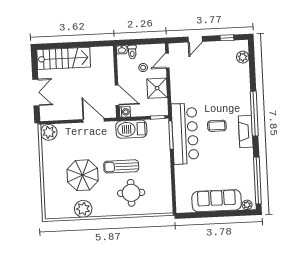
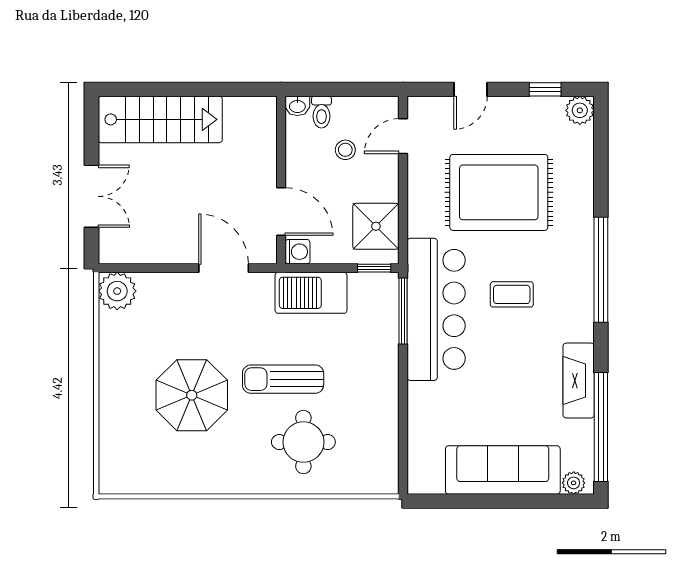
plant: (243, 57) -> (580, 110), moved
rug: (209, 83) -> (499, 192), added
shower: (157, 88) -> (376, 226), moved
fireplace: (246, 131) -> (579, 381), moved
plant: (83, 209) -> (189, 474), removed

